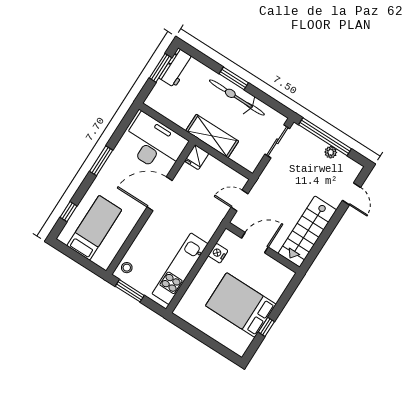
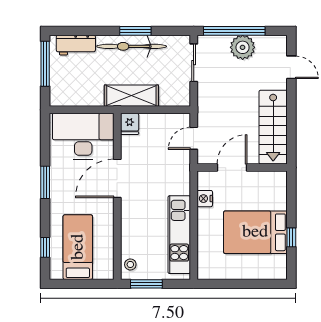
window: (161, 68) -> (45, 64), width x1.44
workbench: (176, 68) -> (76, 45), moved, turned 90
window: (234, 78) -> (135, 31), moved
plant: (331, 152) -> (243, 47), width x1.88, depth x1.88

